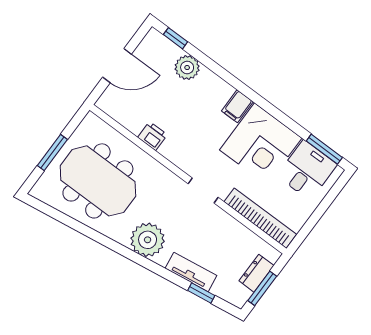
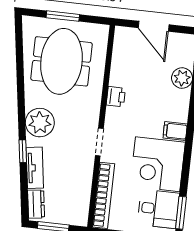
printer: (153, 136) -> (116, 97), moved
dresser: (256, 273) -> (36, 204), moved, turned 82
window: (201, 293) -> (23, 151), moved

